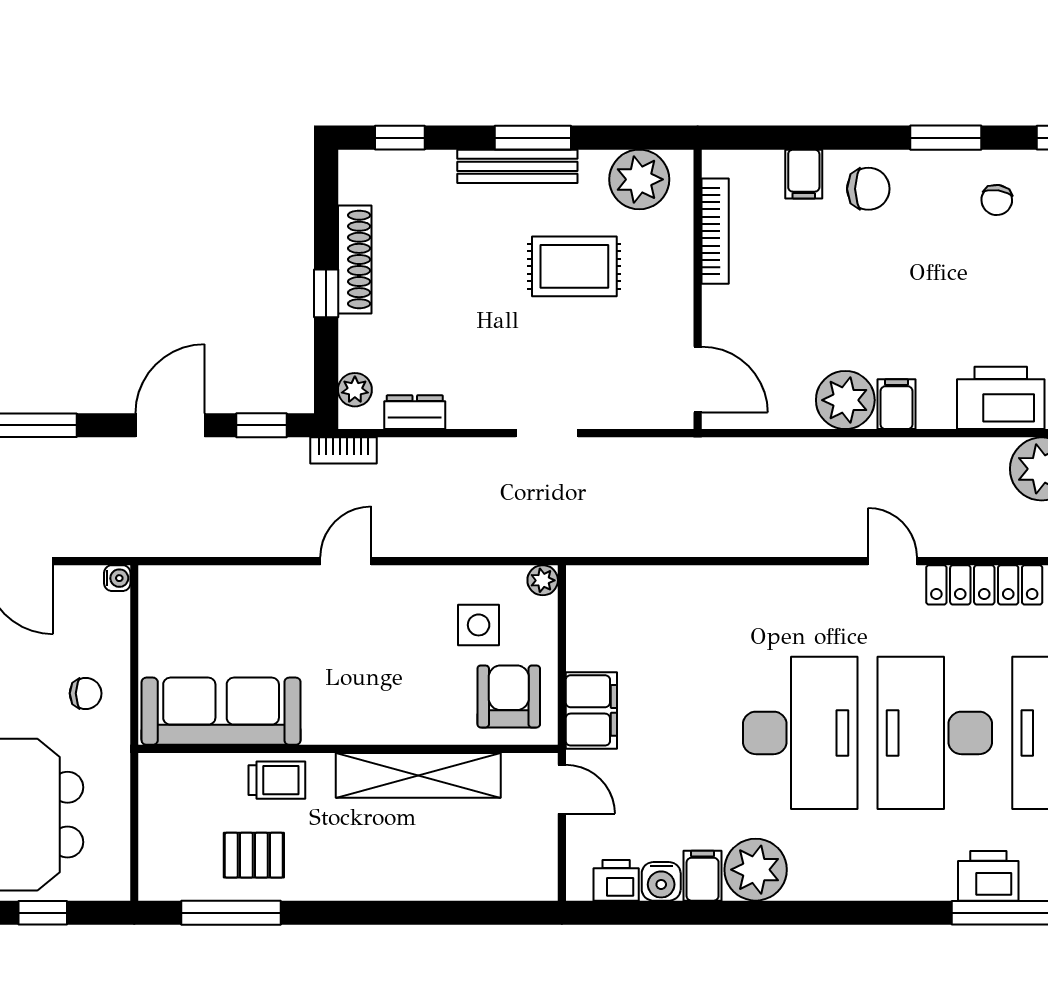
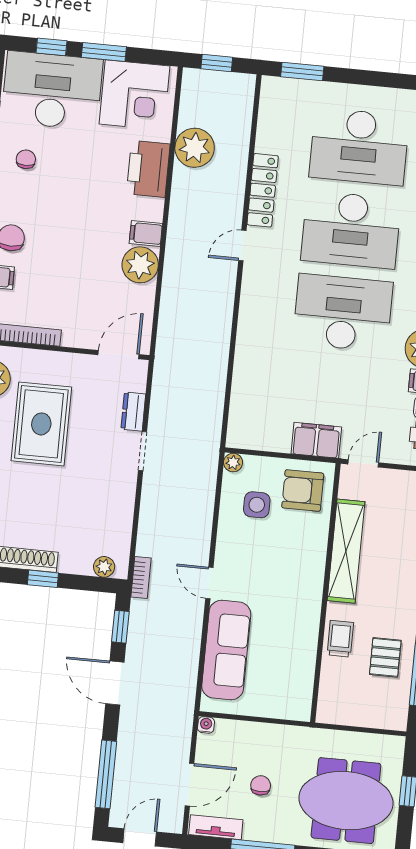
chair: (997, 200) -> (26, 159), turned -98
rug: (574, 266) -> (41, 424), width x1.36, depth x1.43
dresser: (415, 412) -> (133, 412), moved
chair: (86, 693) -> (261, 785), moved
sofa: (221, 711) -> (226, 650), moved, turned 180

